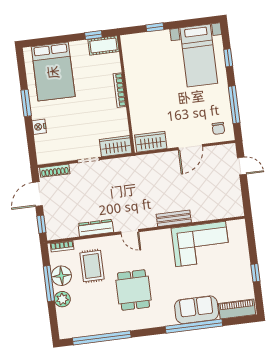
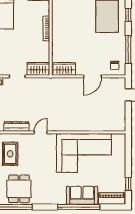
bench: (174, 218) -> (74, 127), removed
door: (130, 232) -> (41, 132), swing flipped
corner sofa: (201, 244) -> (84, 153), width x1.36, depth x1.36
window: (255, 273) -> (128, 184), moved
dining table: (133, 290) -> (19, 189), moved

